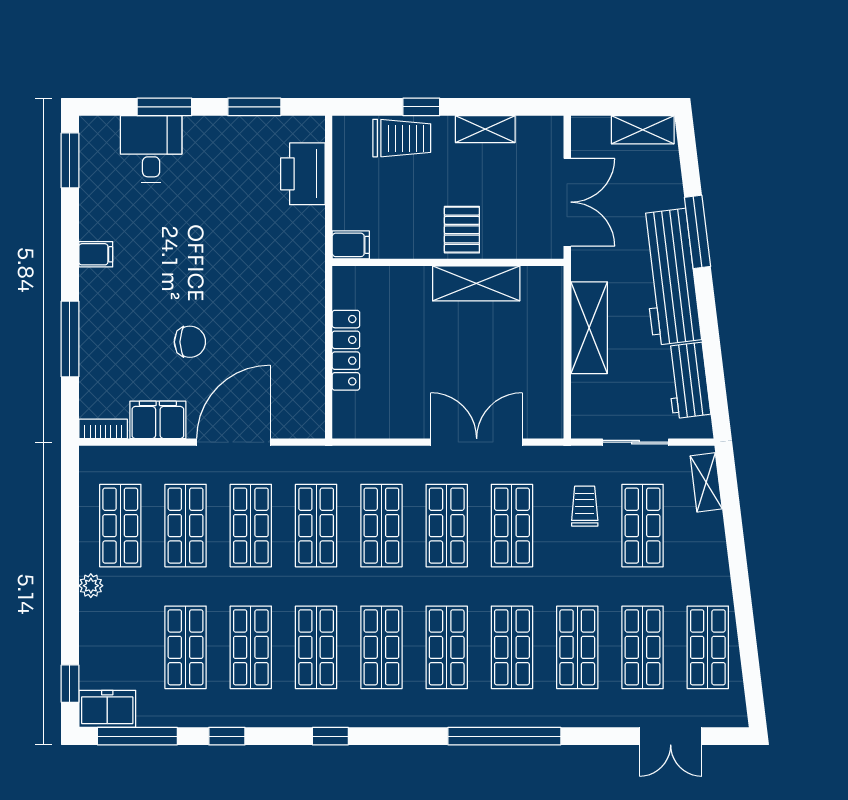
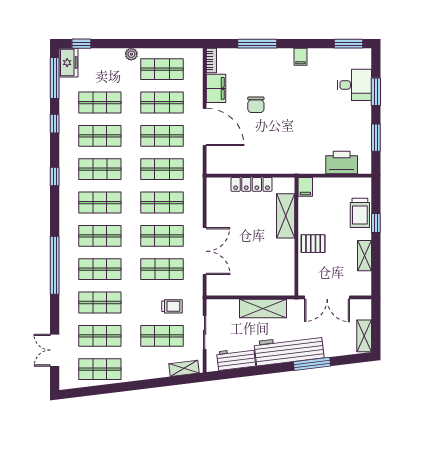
shelving: (476, 283) -> (286, 216), moved

